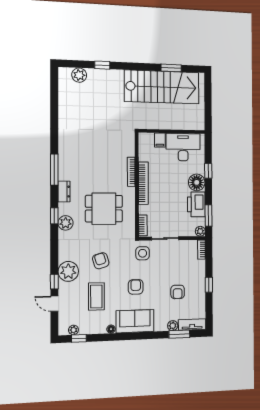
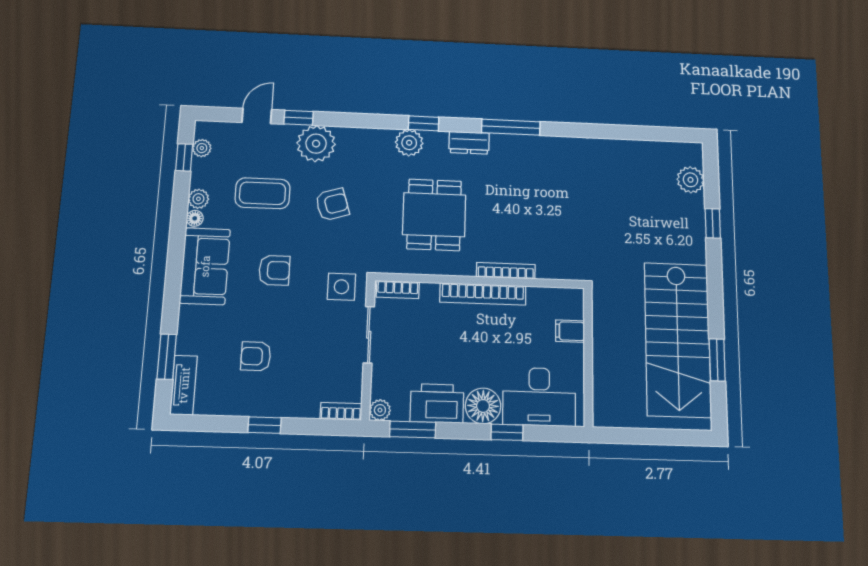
desk: (183, 147) -> (539, 397), moved, turned 90
plant: (173, 326) -> (198, 199), moved

